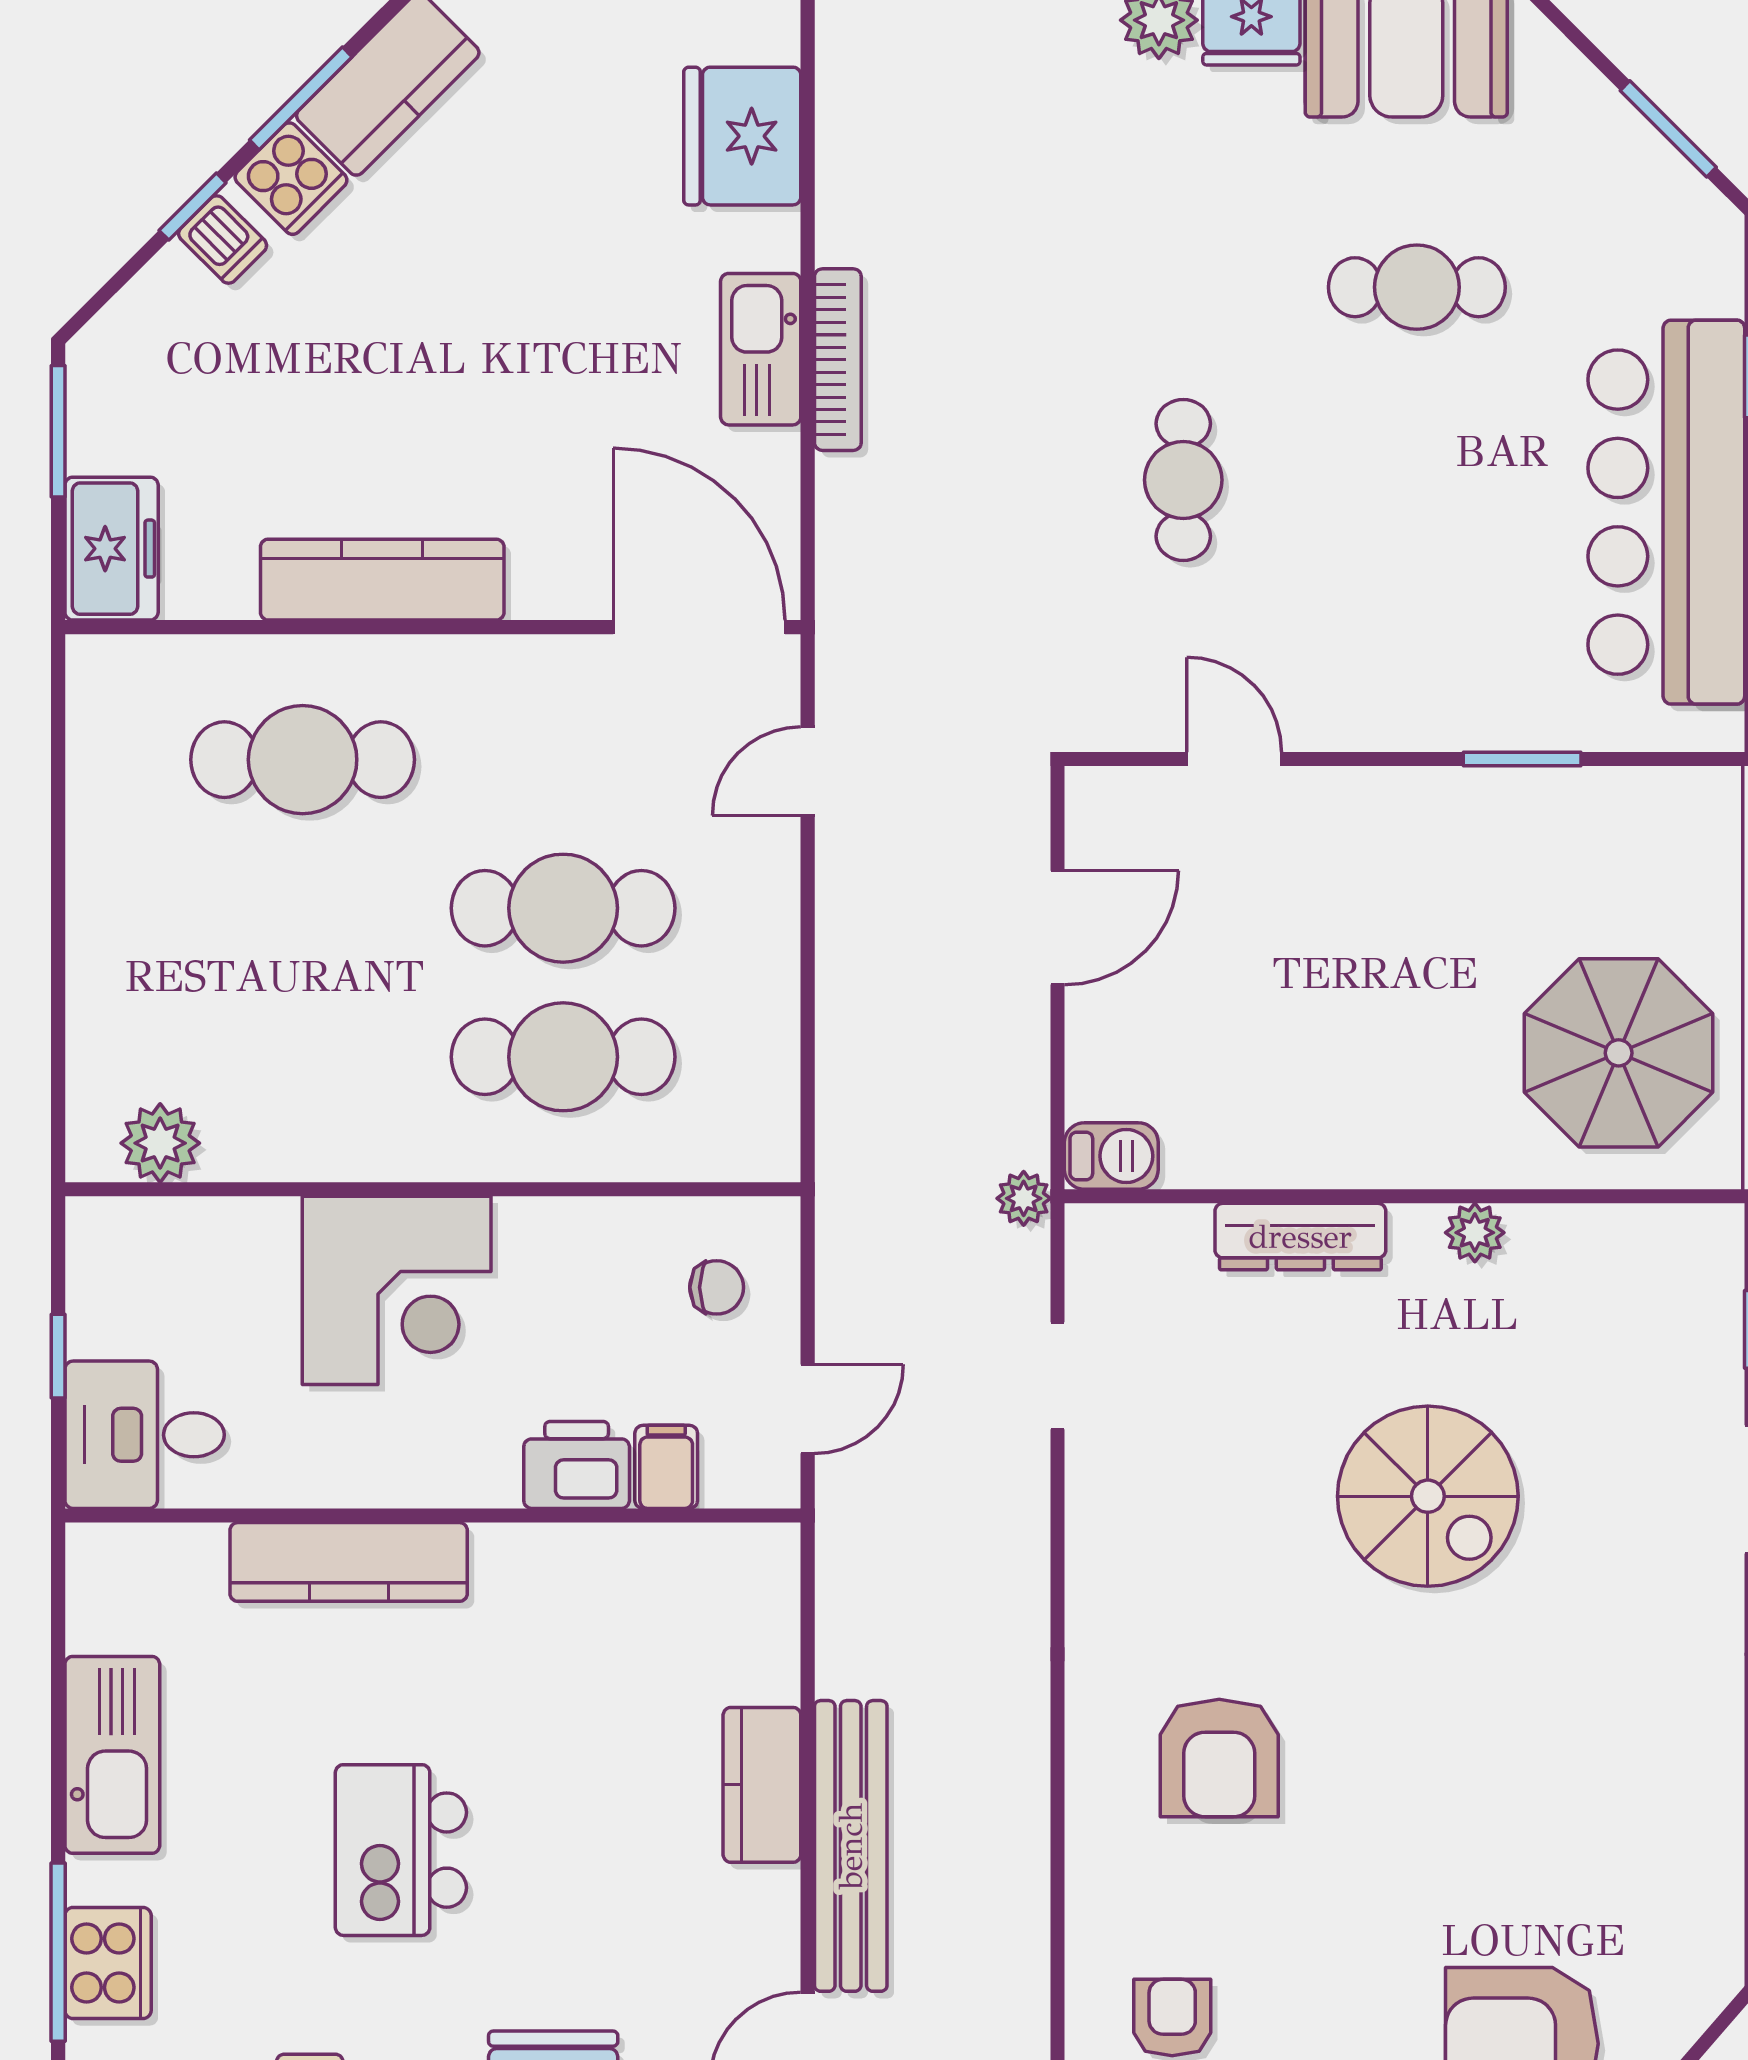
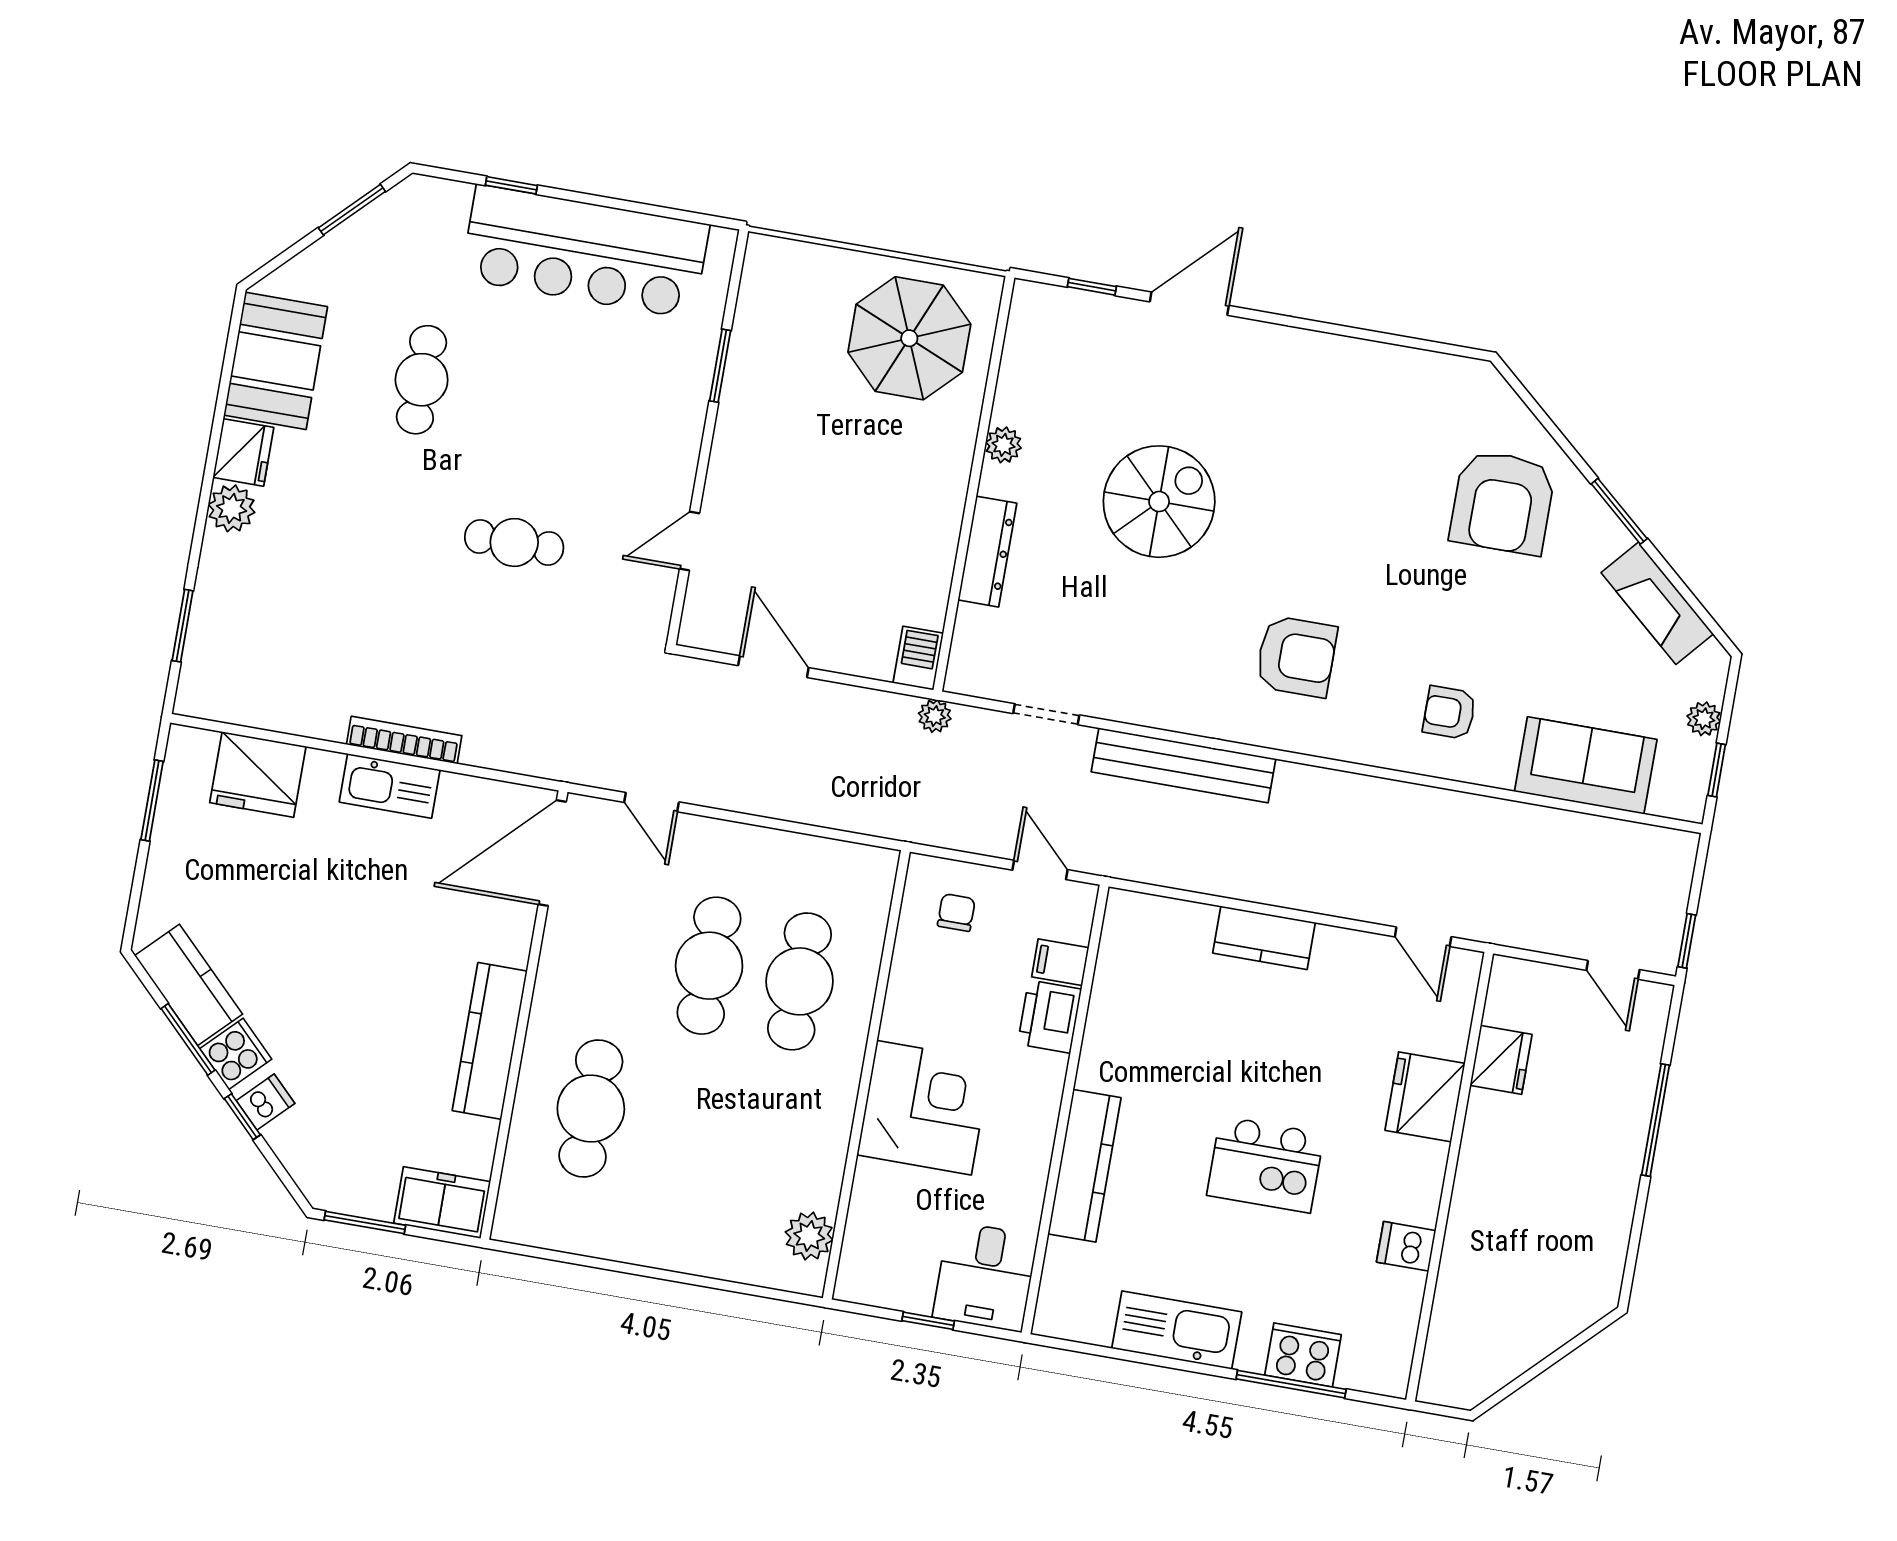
bench: (851, 1846) -> (1184, 765), moved

